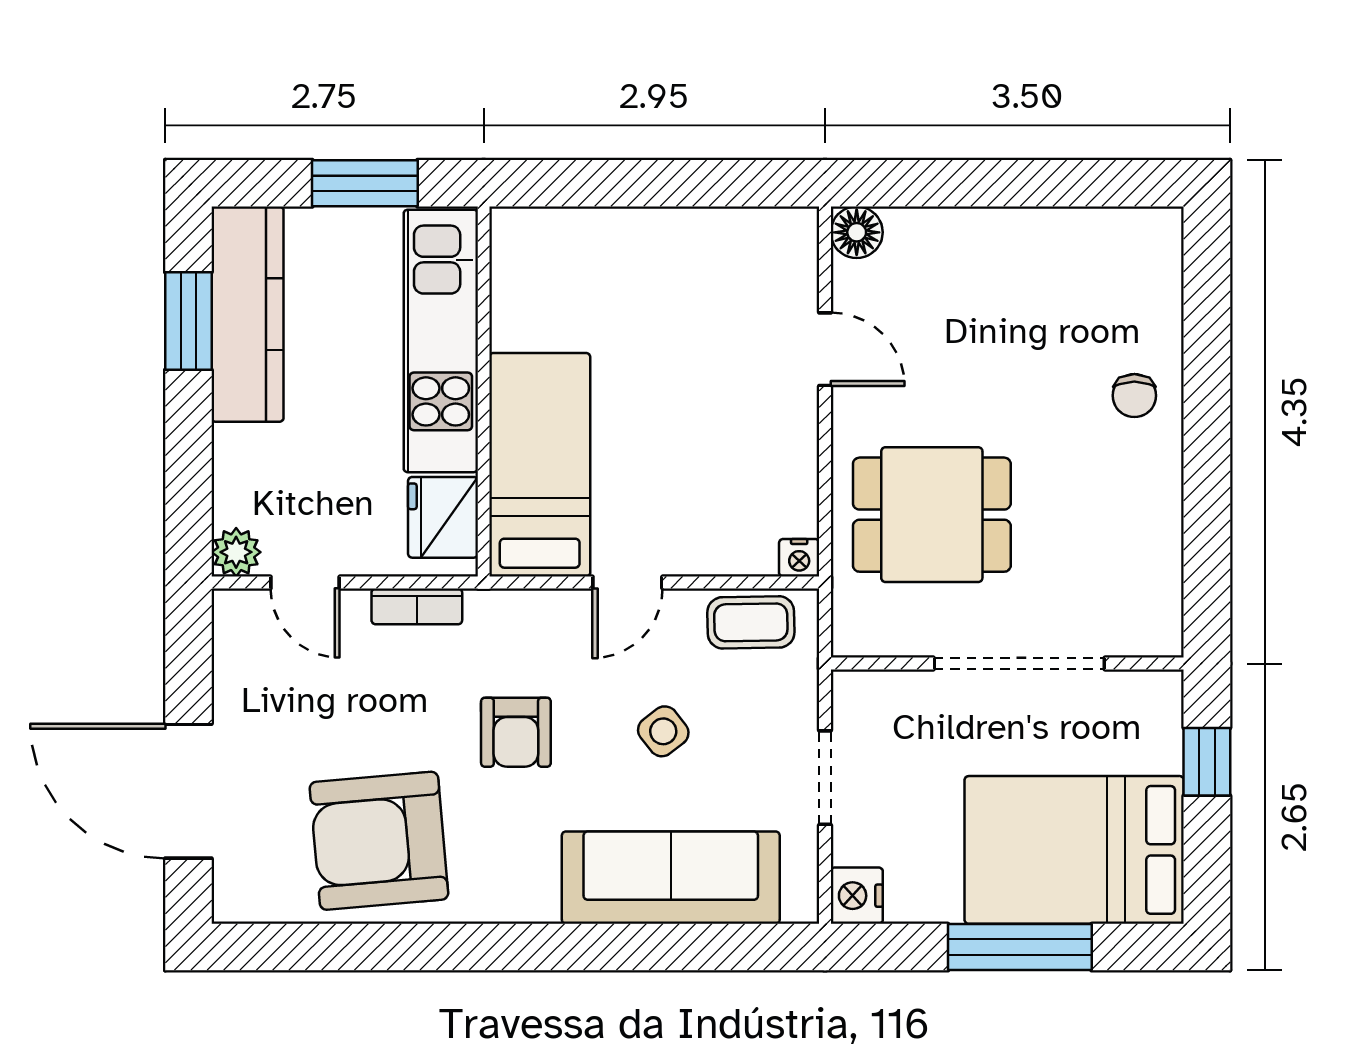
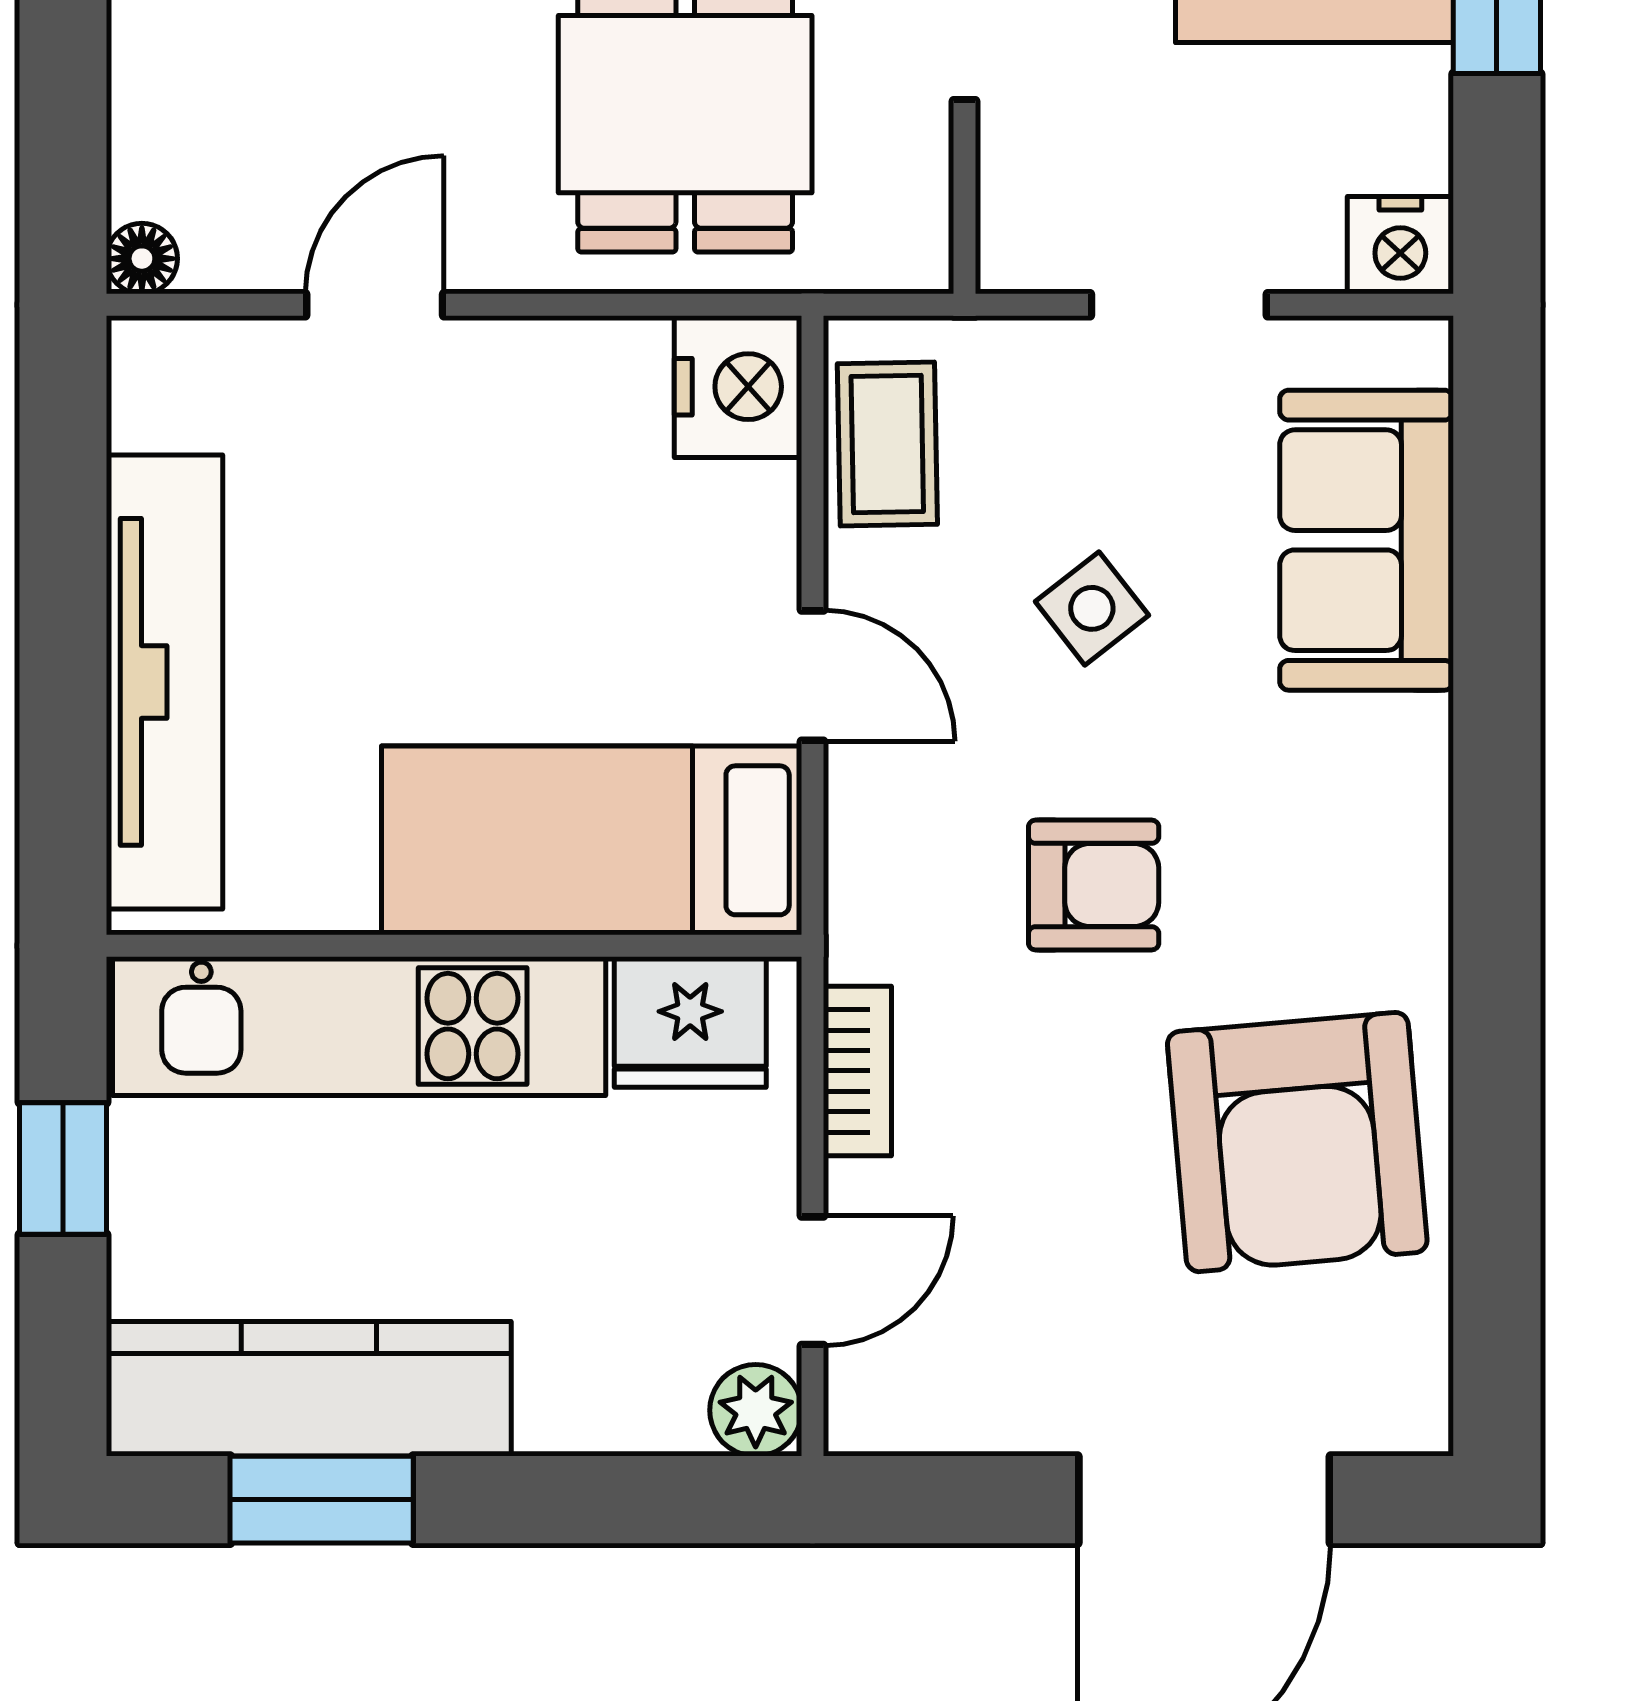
window: (365, 183) -> (63, 1169), width x0.67
floor lamp: (857, 232) -> (142, 259), width x0.73, depth x0.73
tv unit: (624, 237) -> (165, 682), added
nightstand: (799, 558) -> (738, 387), width x1.89, depth x1.79
sofa: (671, 878) -> (1367, 540), width x0.73

